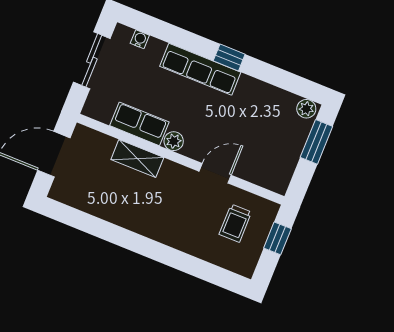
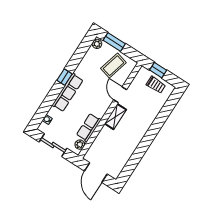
plant: (174, 141) -> (80, 145), moved
coffee table: (270, 149) -> (113, 66), added
shelving: (137, 158) -> (115, 117), moved
trolley: (235, 223) -> (156, 85), moved

